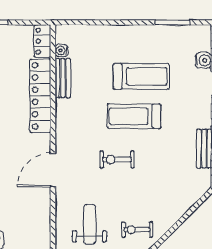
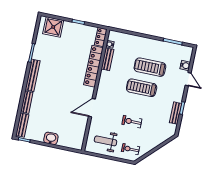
treadmill: (141, 76) -> (150, 67), turned 180
exercise bike: (117, 159) -> (132, 122), moved
weight bench: (90, 224) -> (106, 141), turned -90

